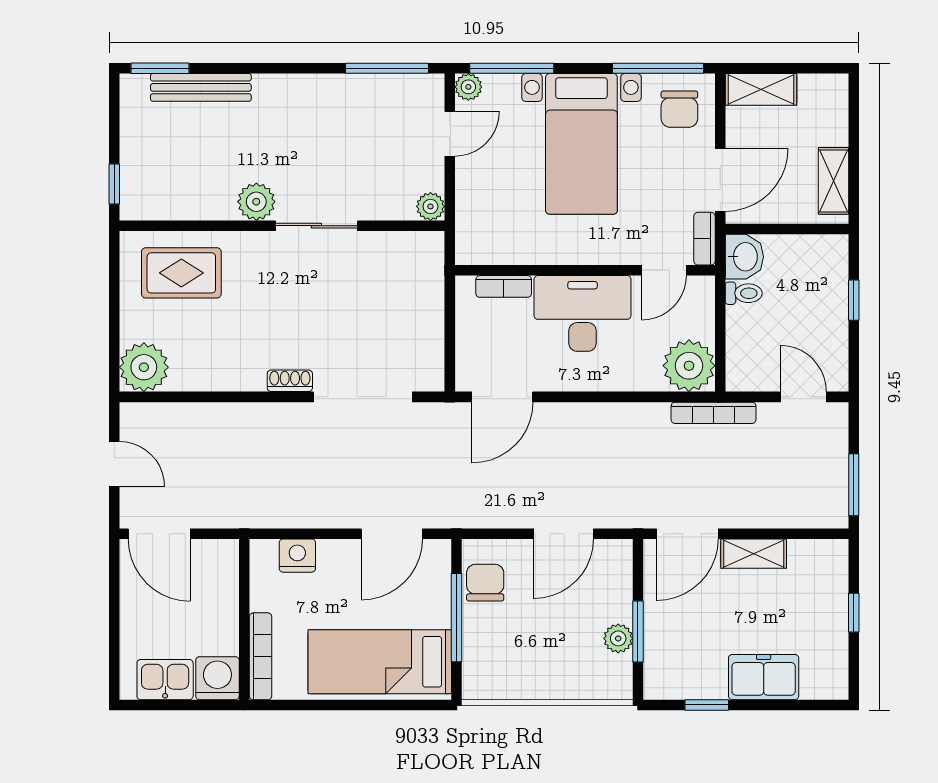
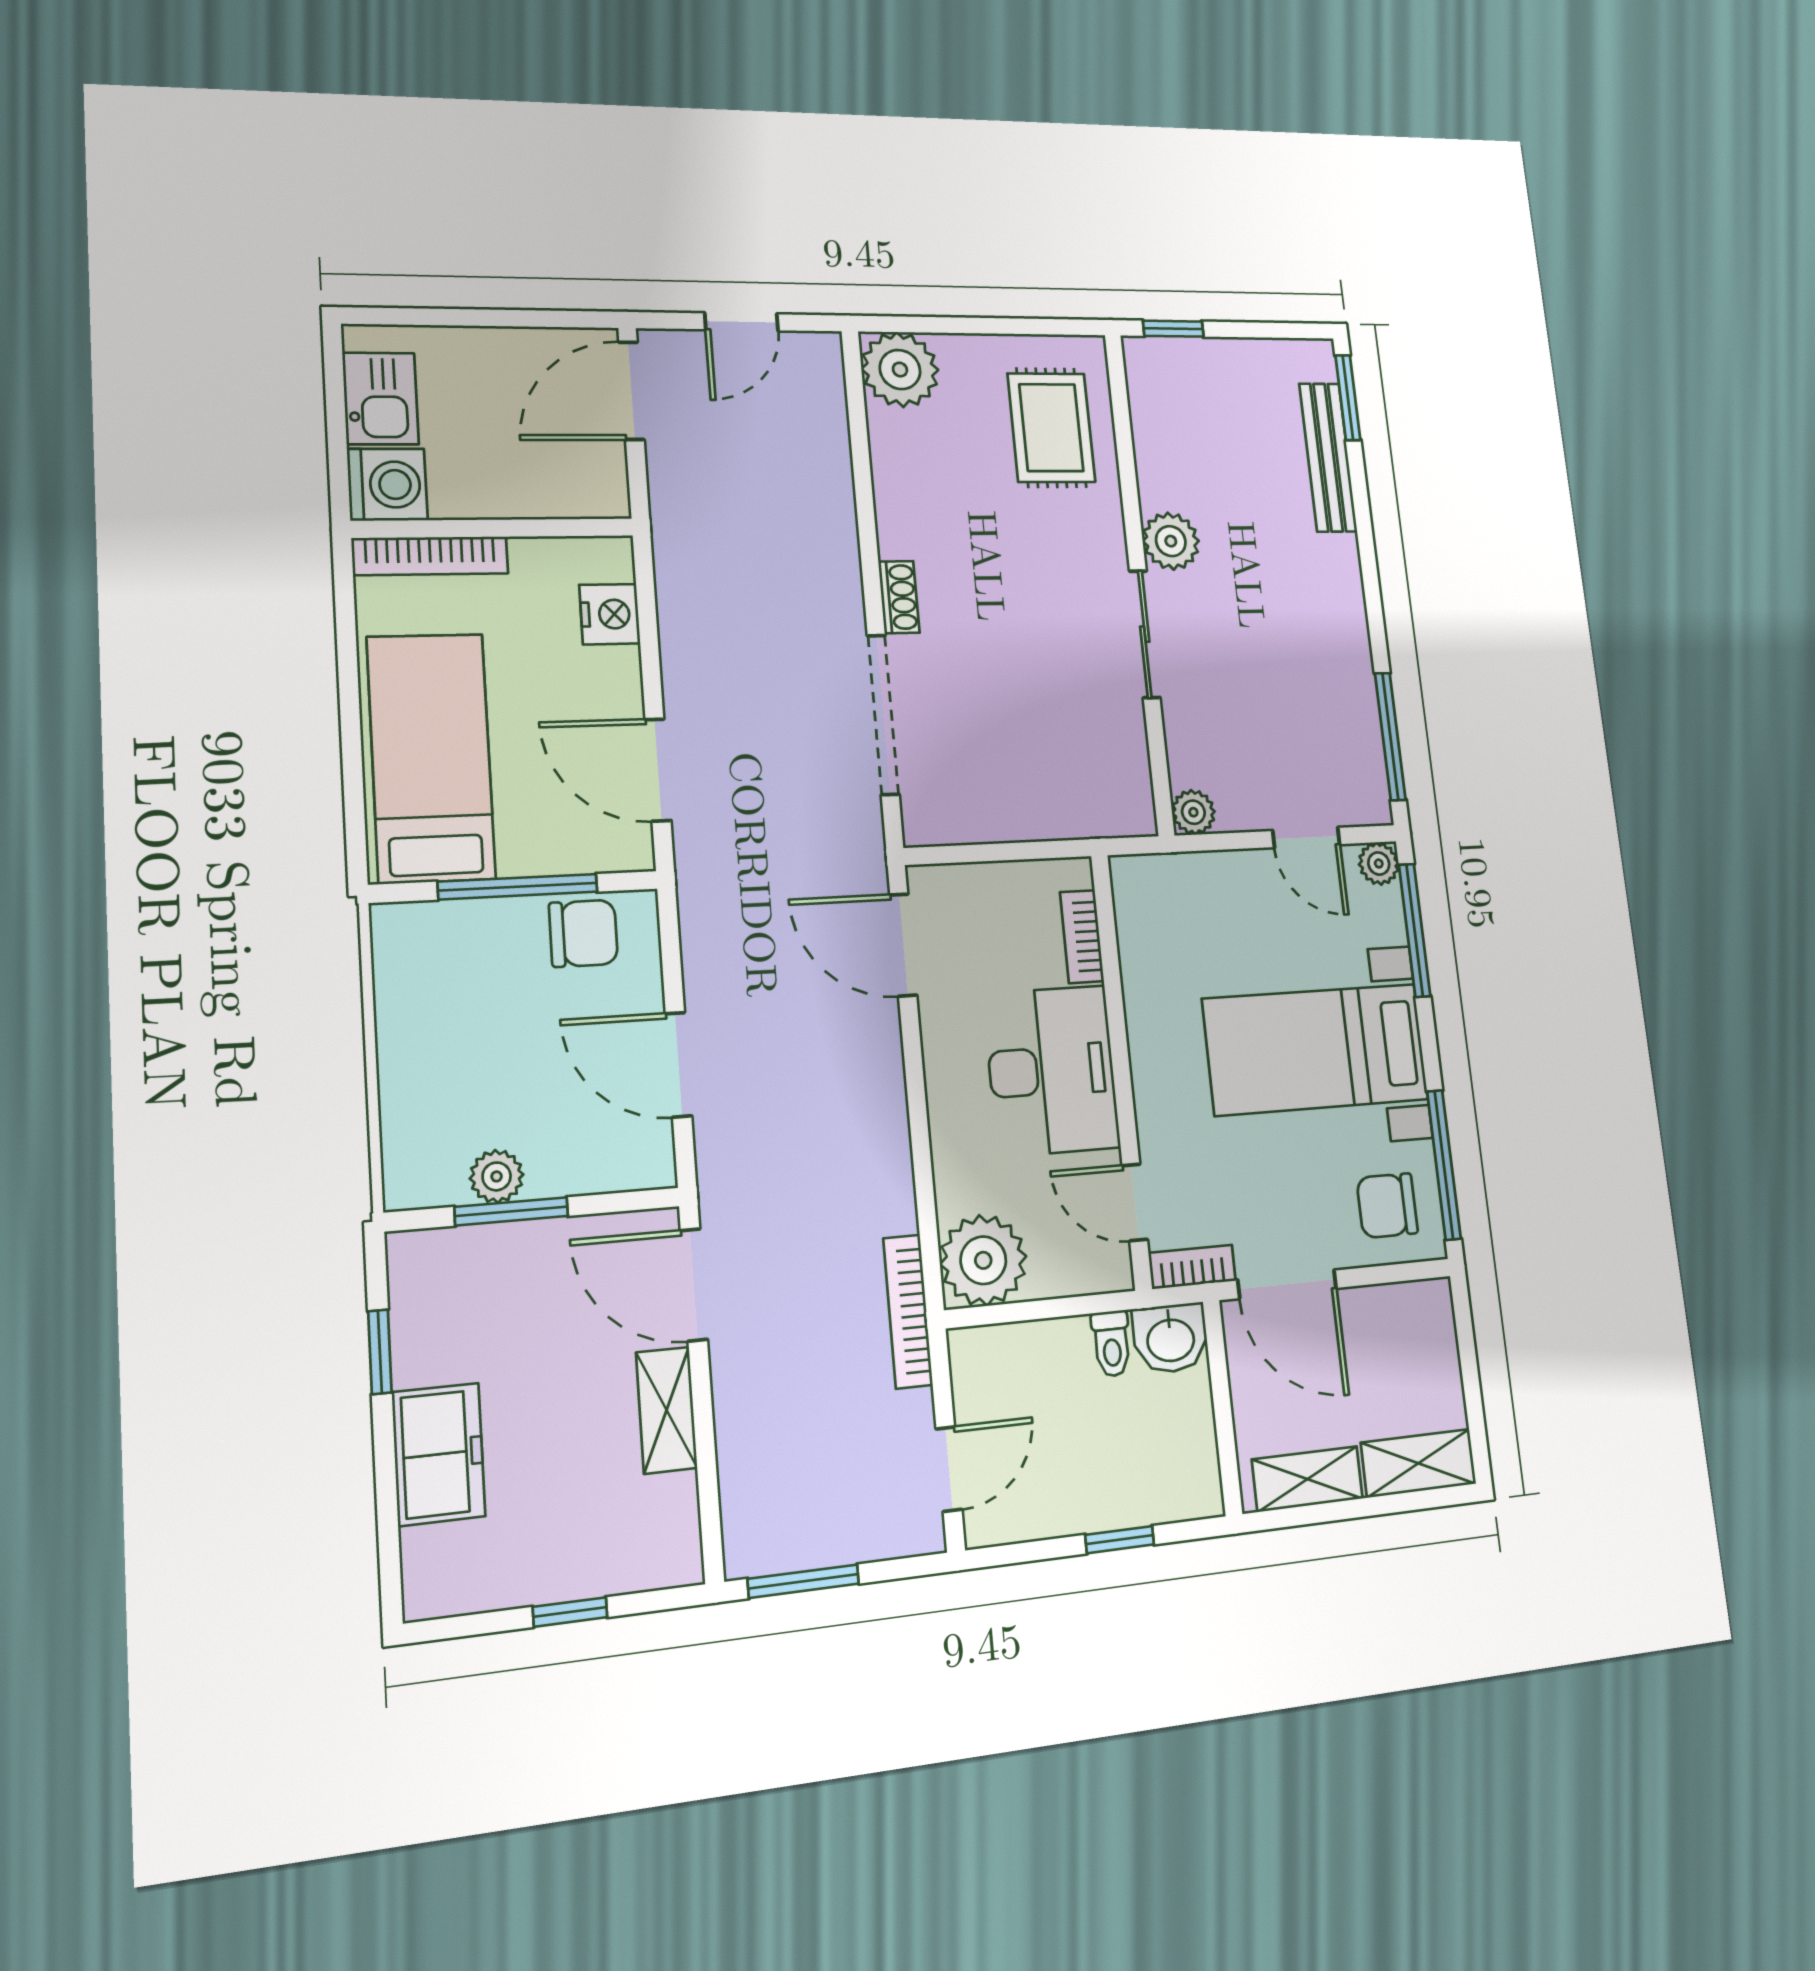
shelving: (761, 89) -> (1419, 1463), moved, turned 90

